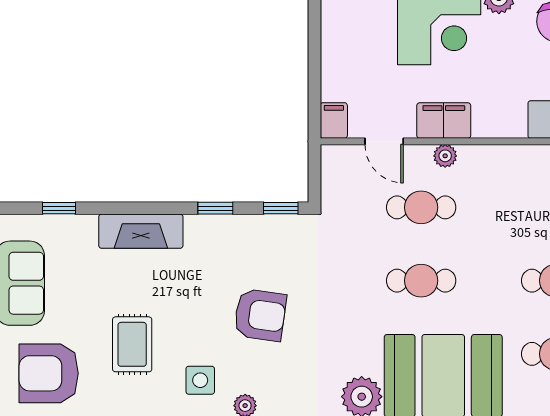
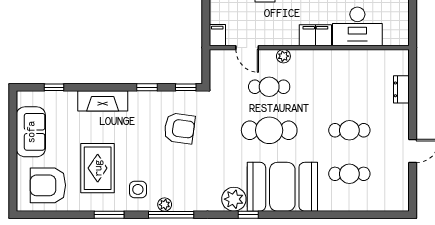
filing cabinet: (444, 121) -> (315, 35), moved
cafe table: (421, 281) -> (269, 130), width x1.37, depth x1.35
armchair: (260, 315) -> (179, 128), moved
rug: (132, 344) -> (98, 168), width x1.36, depth x1.43

